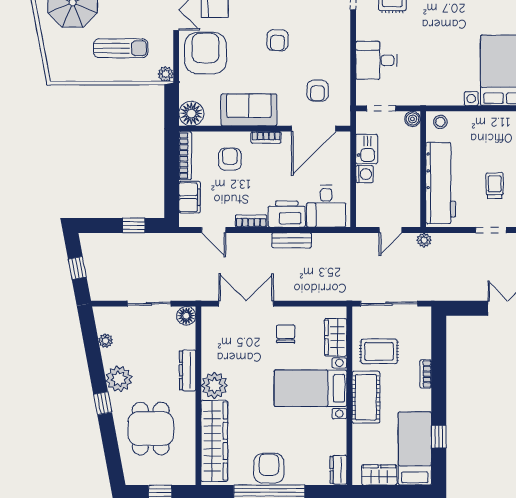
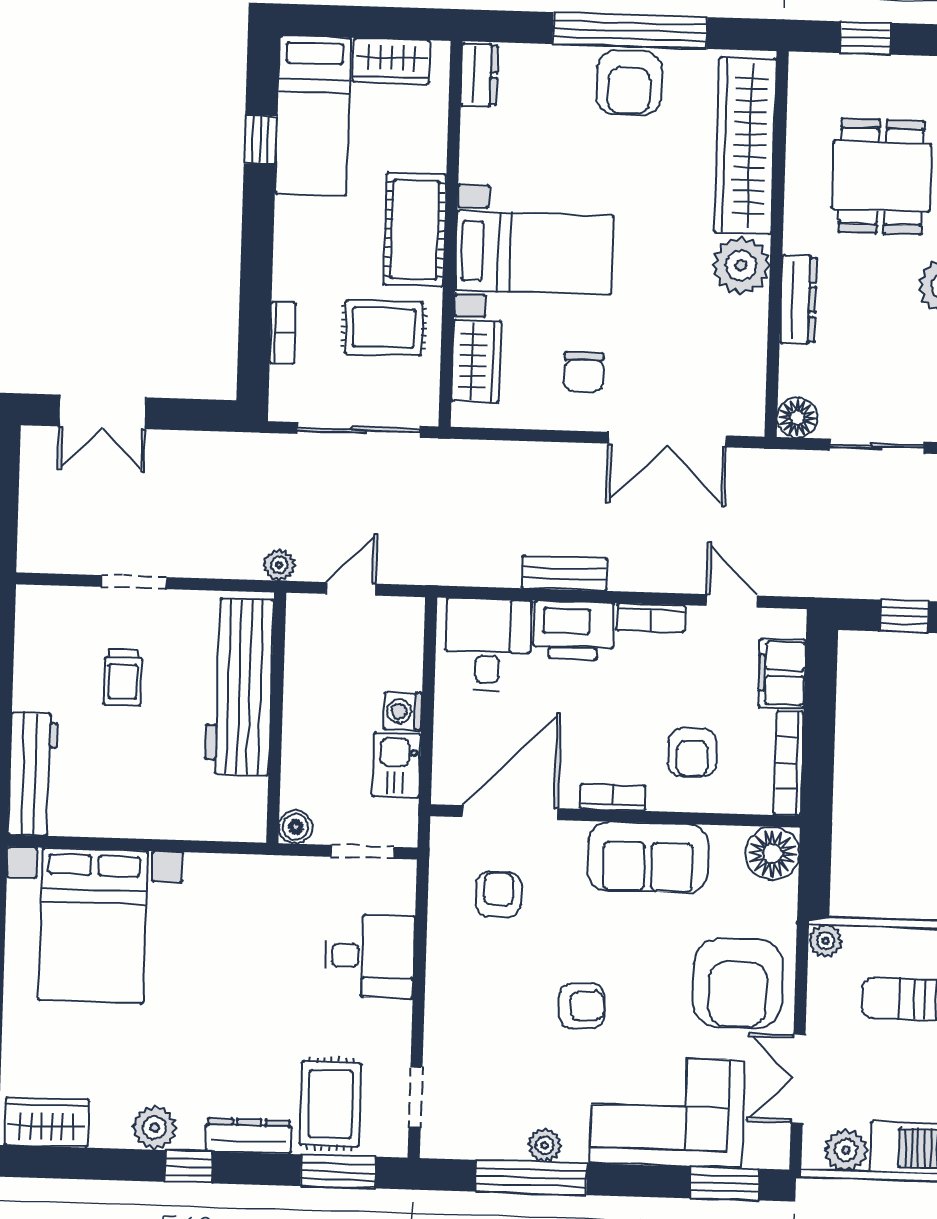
armchair: (277, 40) -> (582, 1006), turned 84
stool: (440, 122) -> (236, 819), removed
bookcase: (426, 374) -> (283, 333), moved

